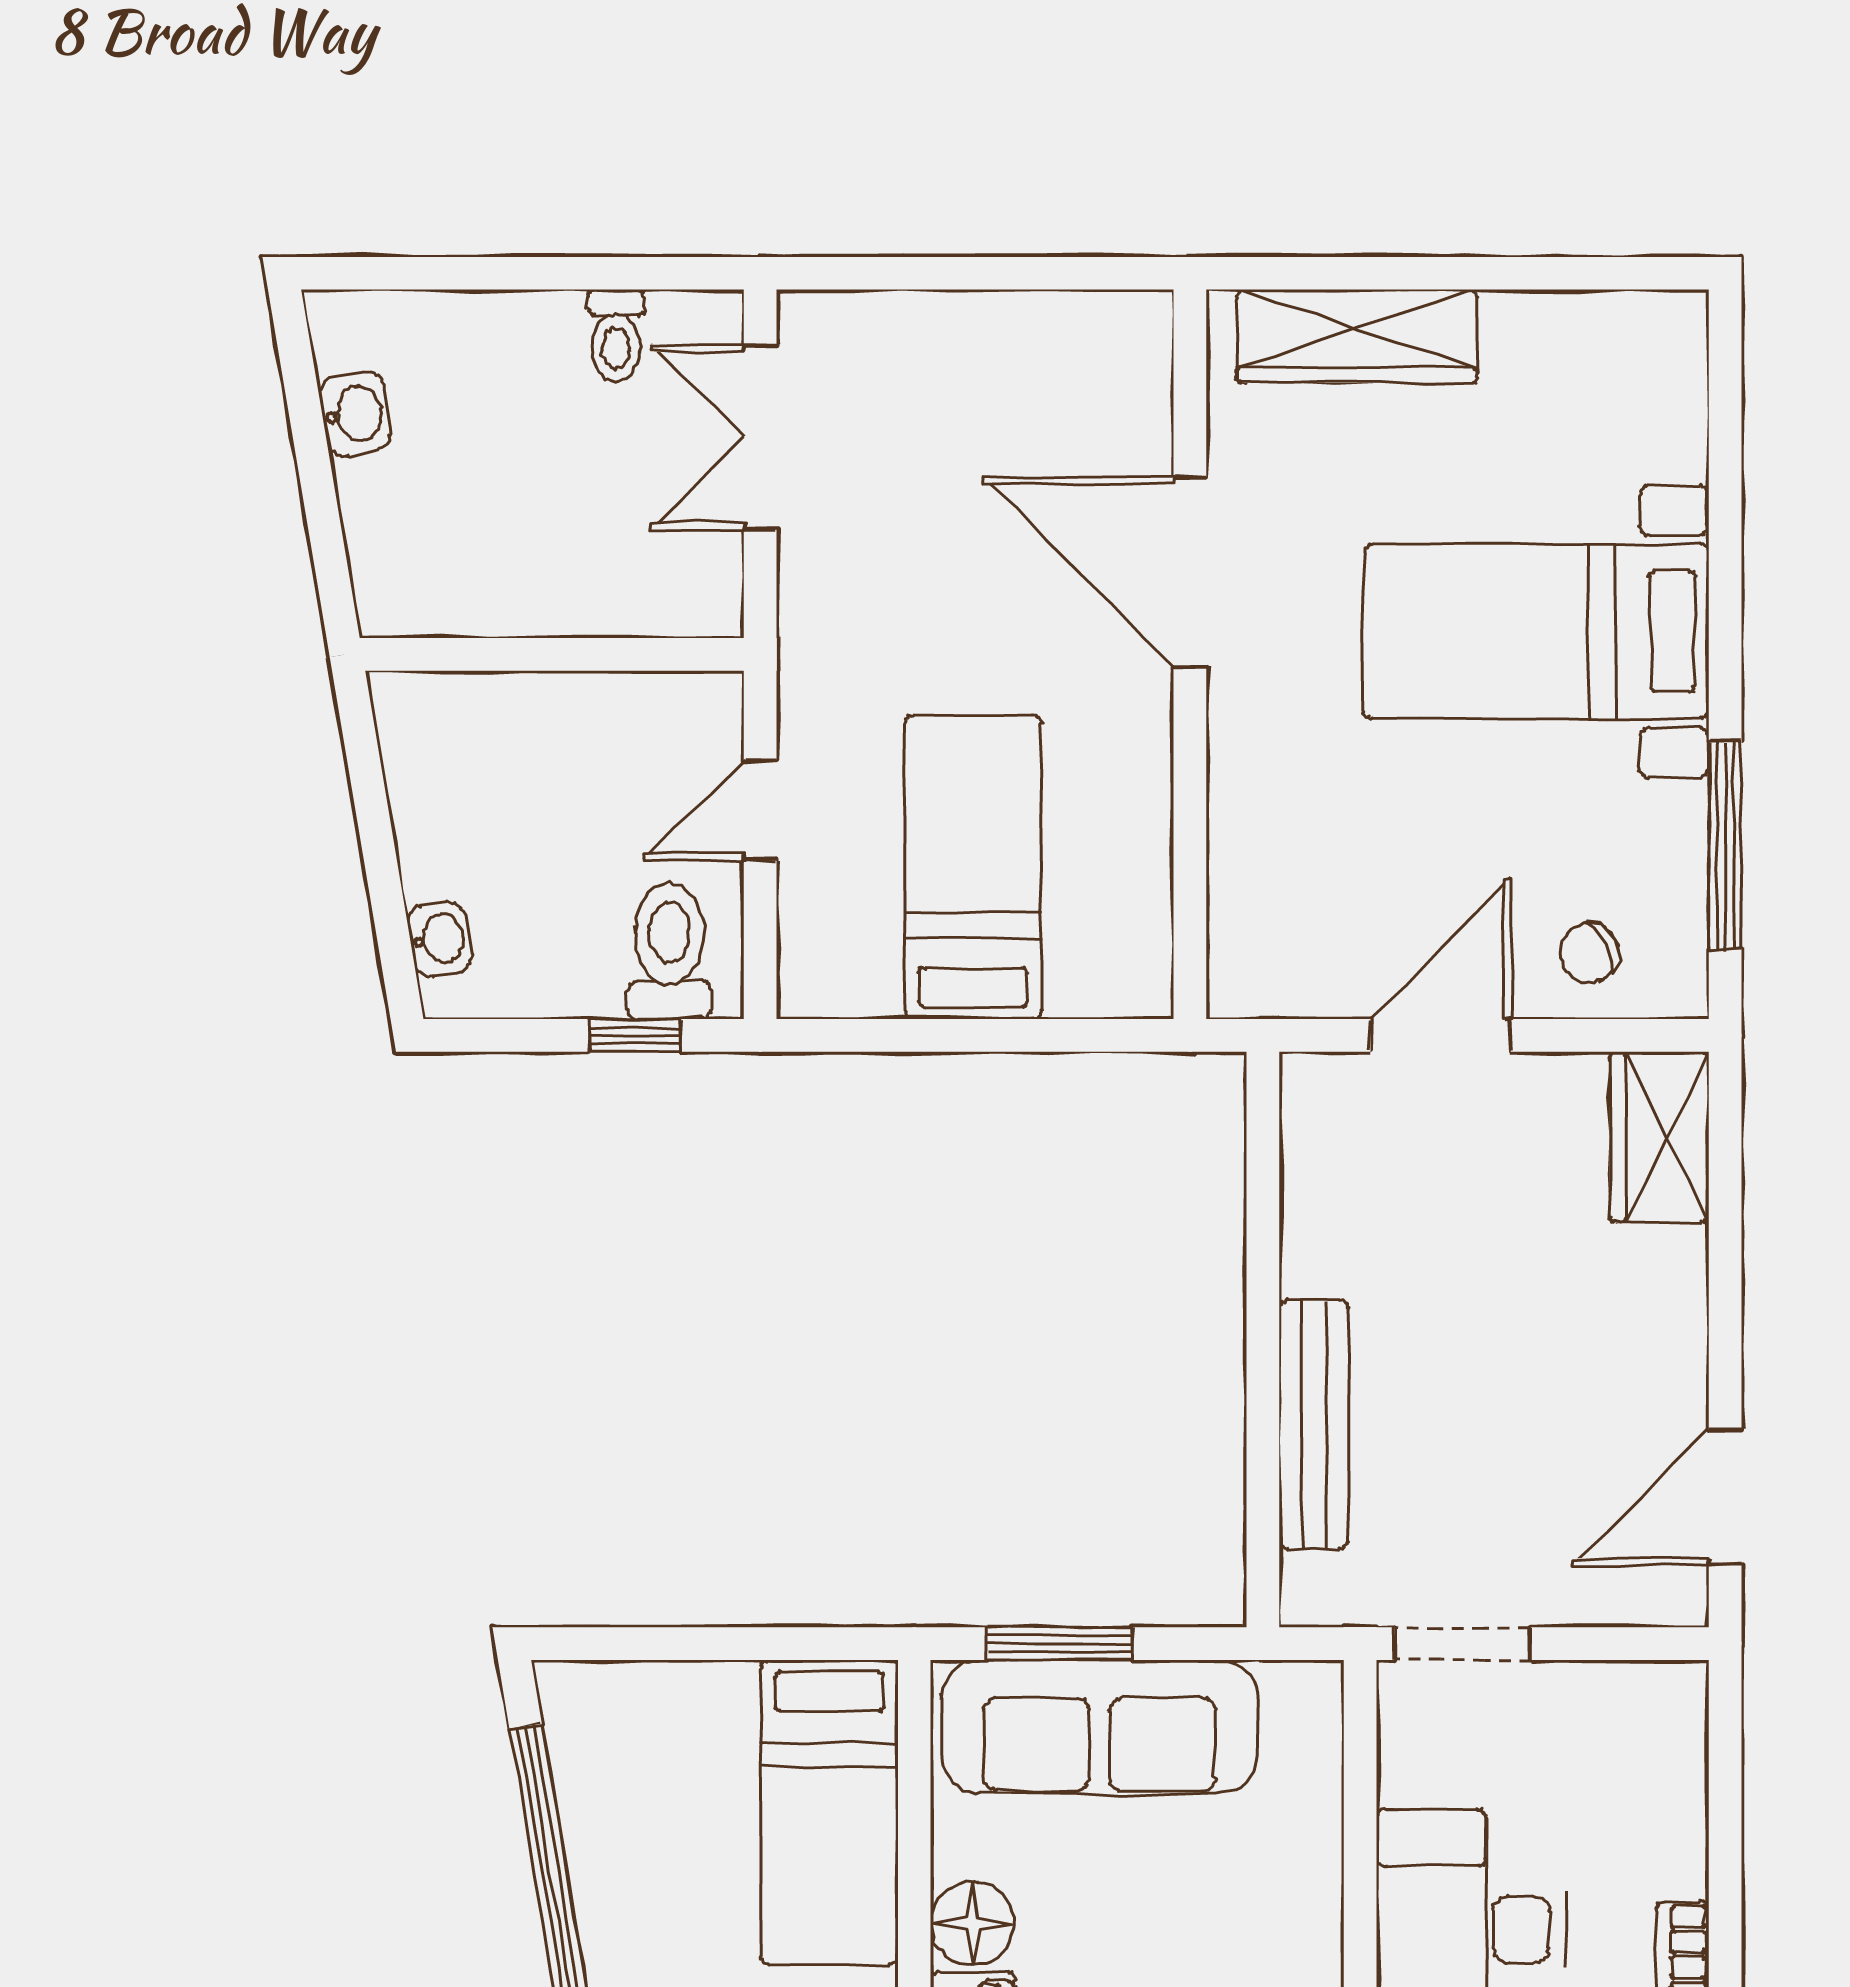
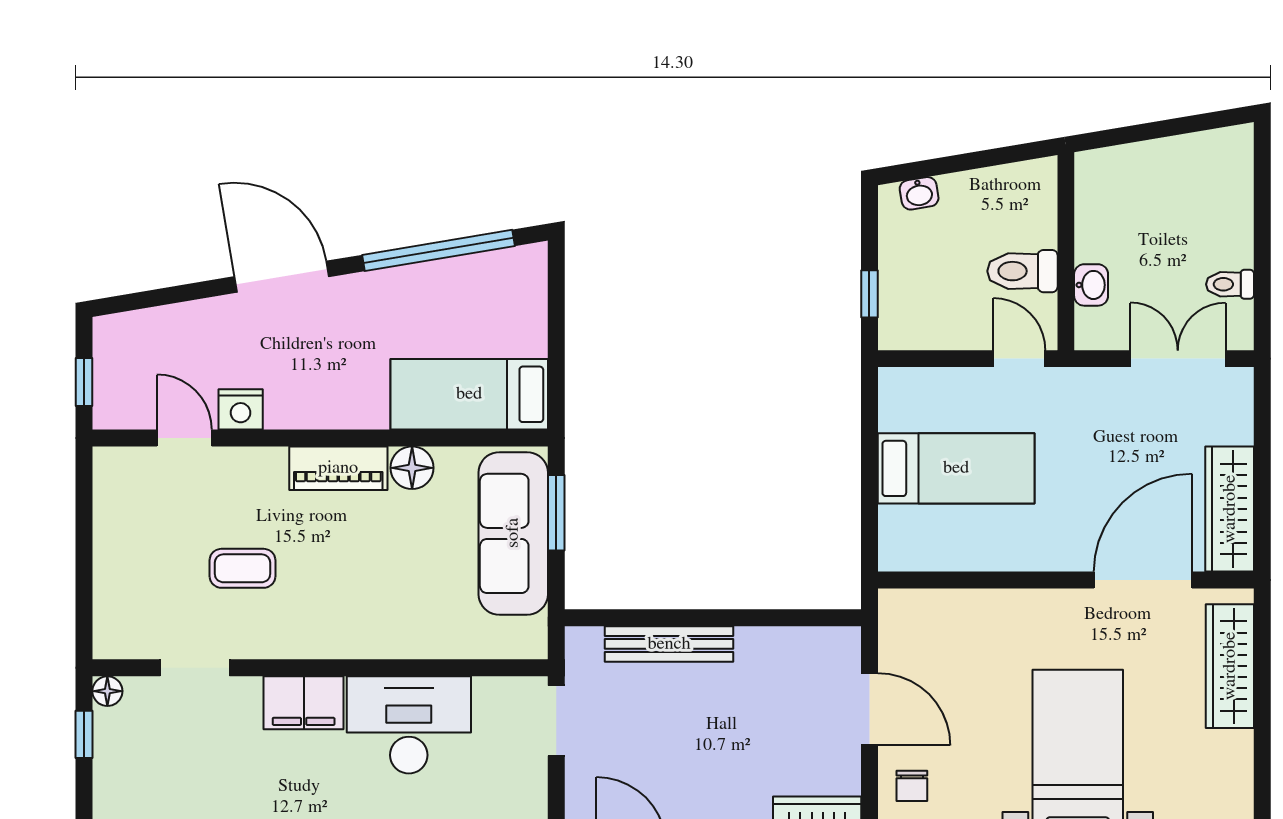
wardrobe: (1052, 337) -> (1230, 509), added
washbasin: (355, 414) -> (1091, 285), moved, turned -80
door: (1190, 572) -> (1143, 580), moved
door: (760, 810) -> (1019, 359), moved
toilet: (669, 951) -> (1022, 271), moved, turned 180
chair: (1589, 953) -> (912, 786), turned -152

